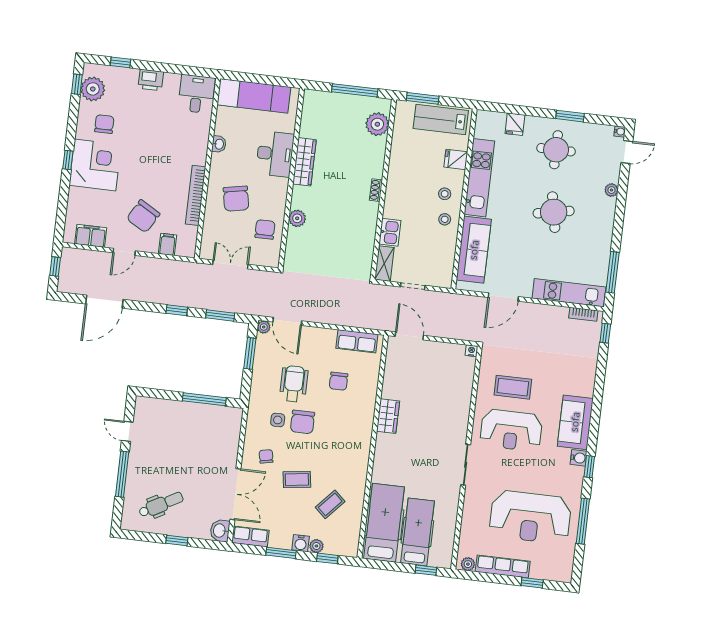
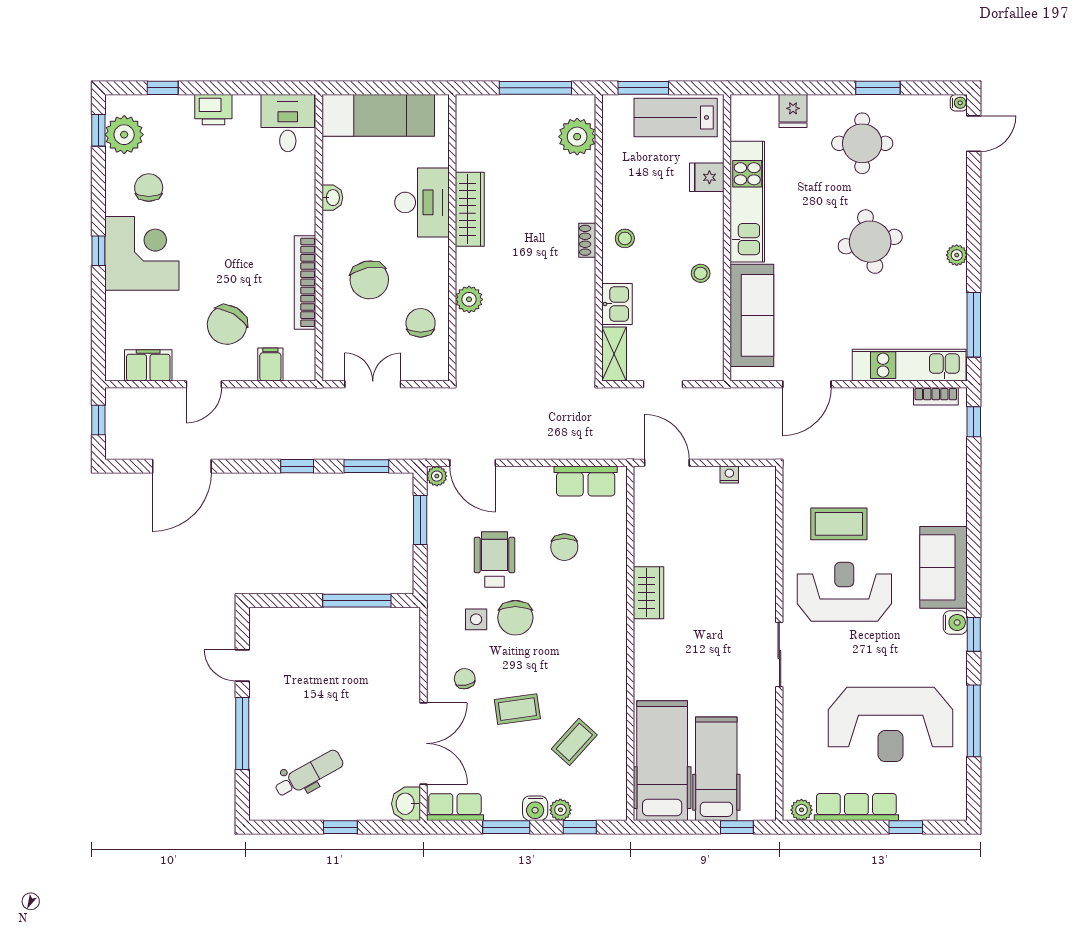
plant: (611, 190) -> (957, 255), moved
stool: (445, 194) -> (625, 238), moved
nightstand: (471, 351) -> (729, 474), moved
reception desk: (511, 430) -> (844, 592), turned 180

